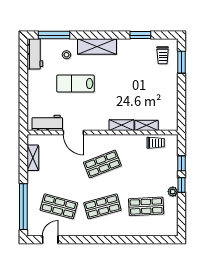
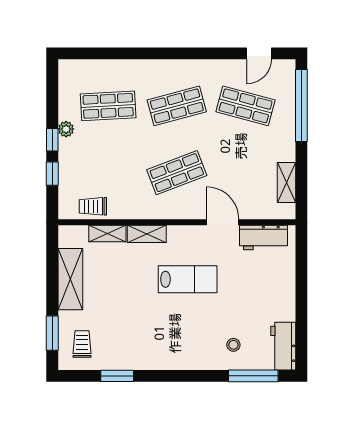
shelving: (97, 47) -> (70, 279), moved, turned 90
lab bench: (76, 84) -> (188, 279), moved

